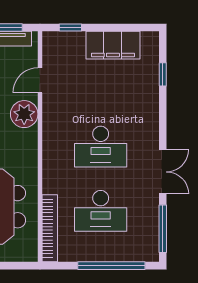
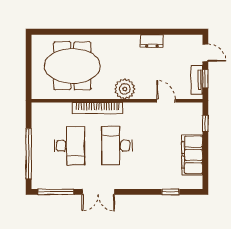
plant: (24, 114) -> (125, 89), moved
desk: (101, 211) -> (69, 146), turned 180
bookcase: (50, 228) -> (98, 108), moved

